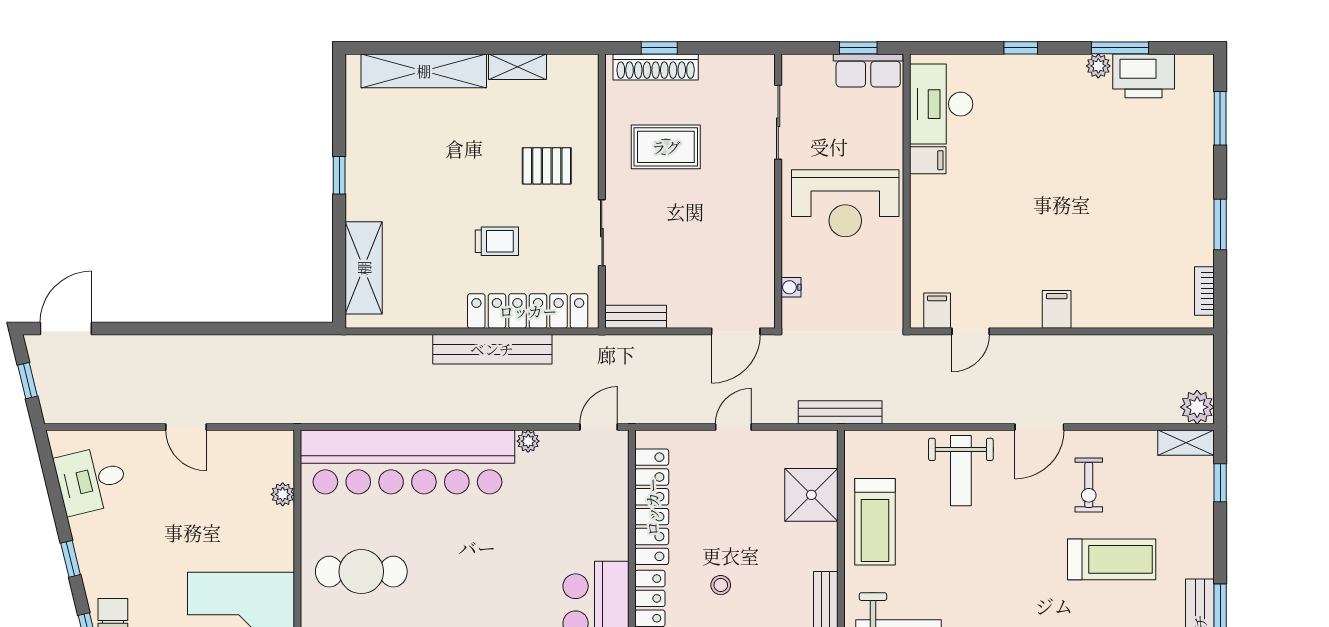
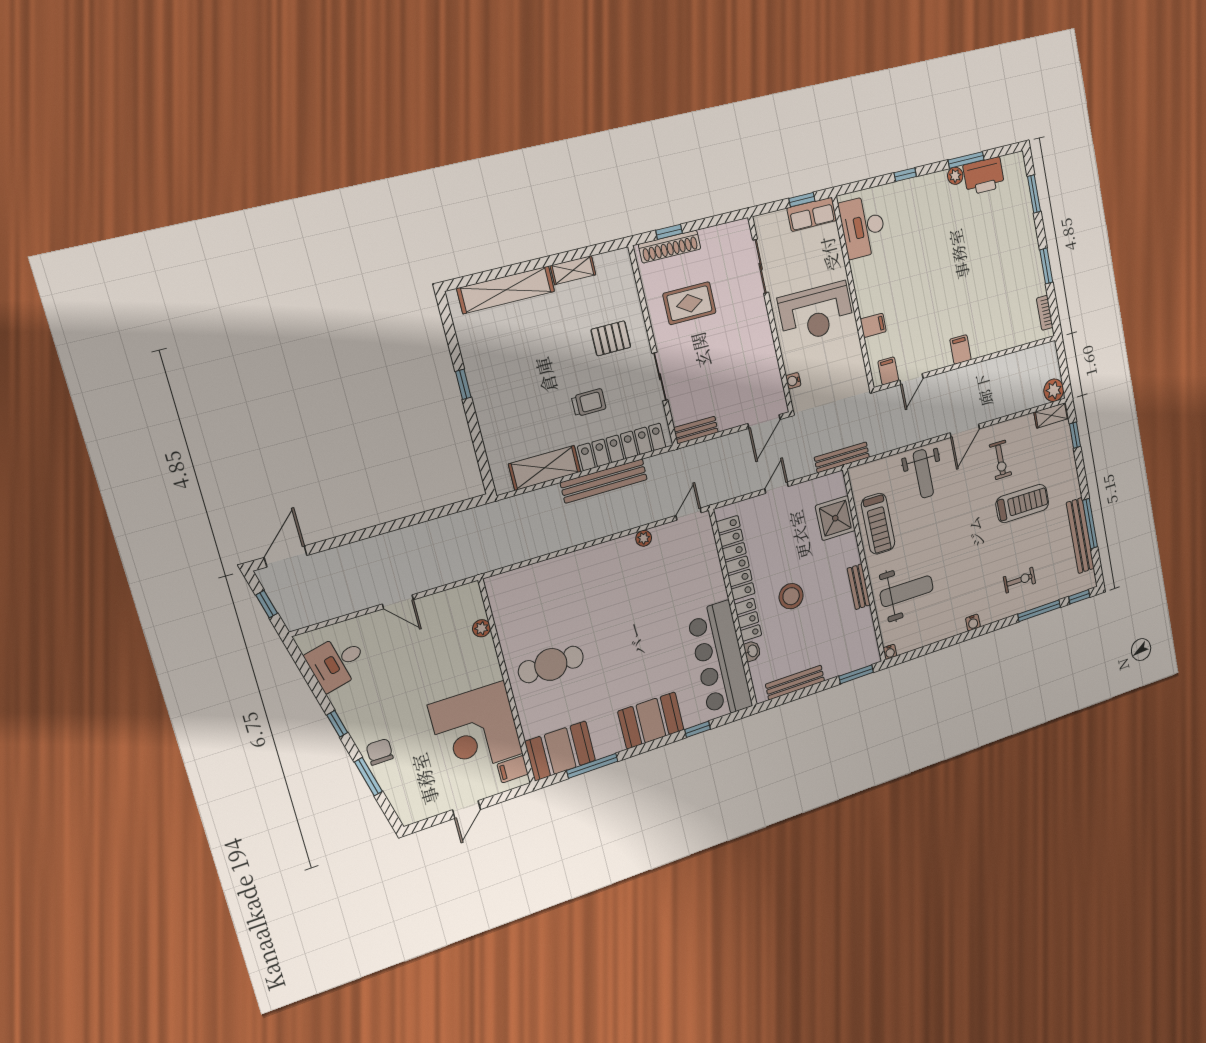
filing cabinet: (928, 160) -> (873, 325), moved
shelving: (364, 268) -> (545, 468), moved, turned 90
bar counter: (407, 462) -> (564, 578), removed
stool: (721, 585) -> (791, 596), width x1.89, depth x1.89

